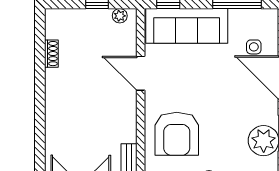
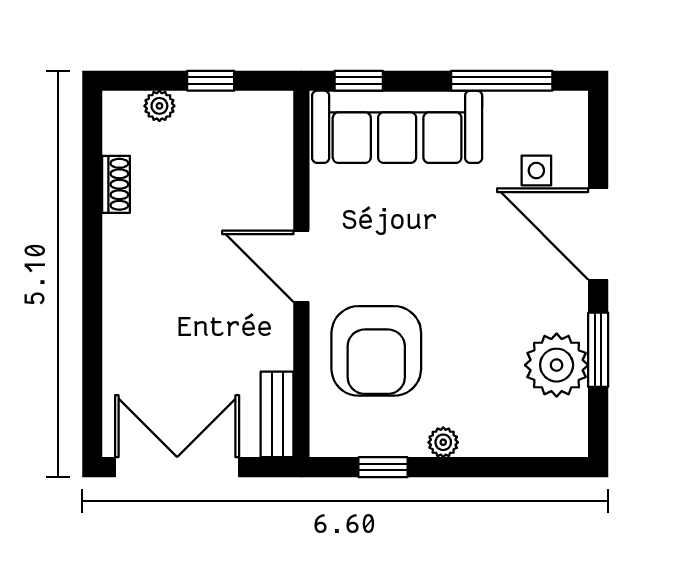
plant: (120, 16) -> (159, 106), moved
door: (141, 73) -> (301, 266), moved

